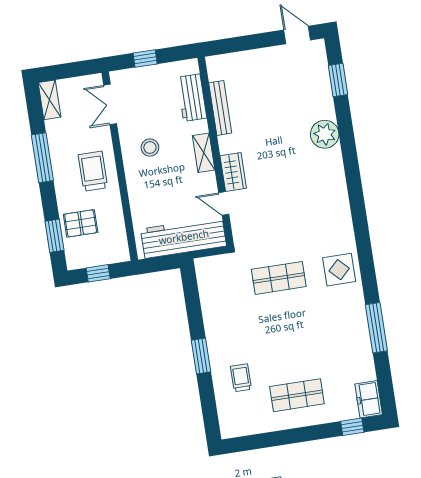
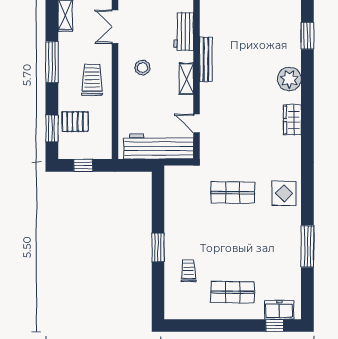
bench: (220, 108) -> (206, 60), moved
wardrobe: (233, 172) -> (292, 120), moved, turned 180
freezer: (369, 399) -> (279, 310), moved, turned 90

